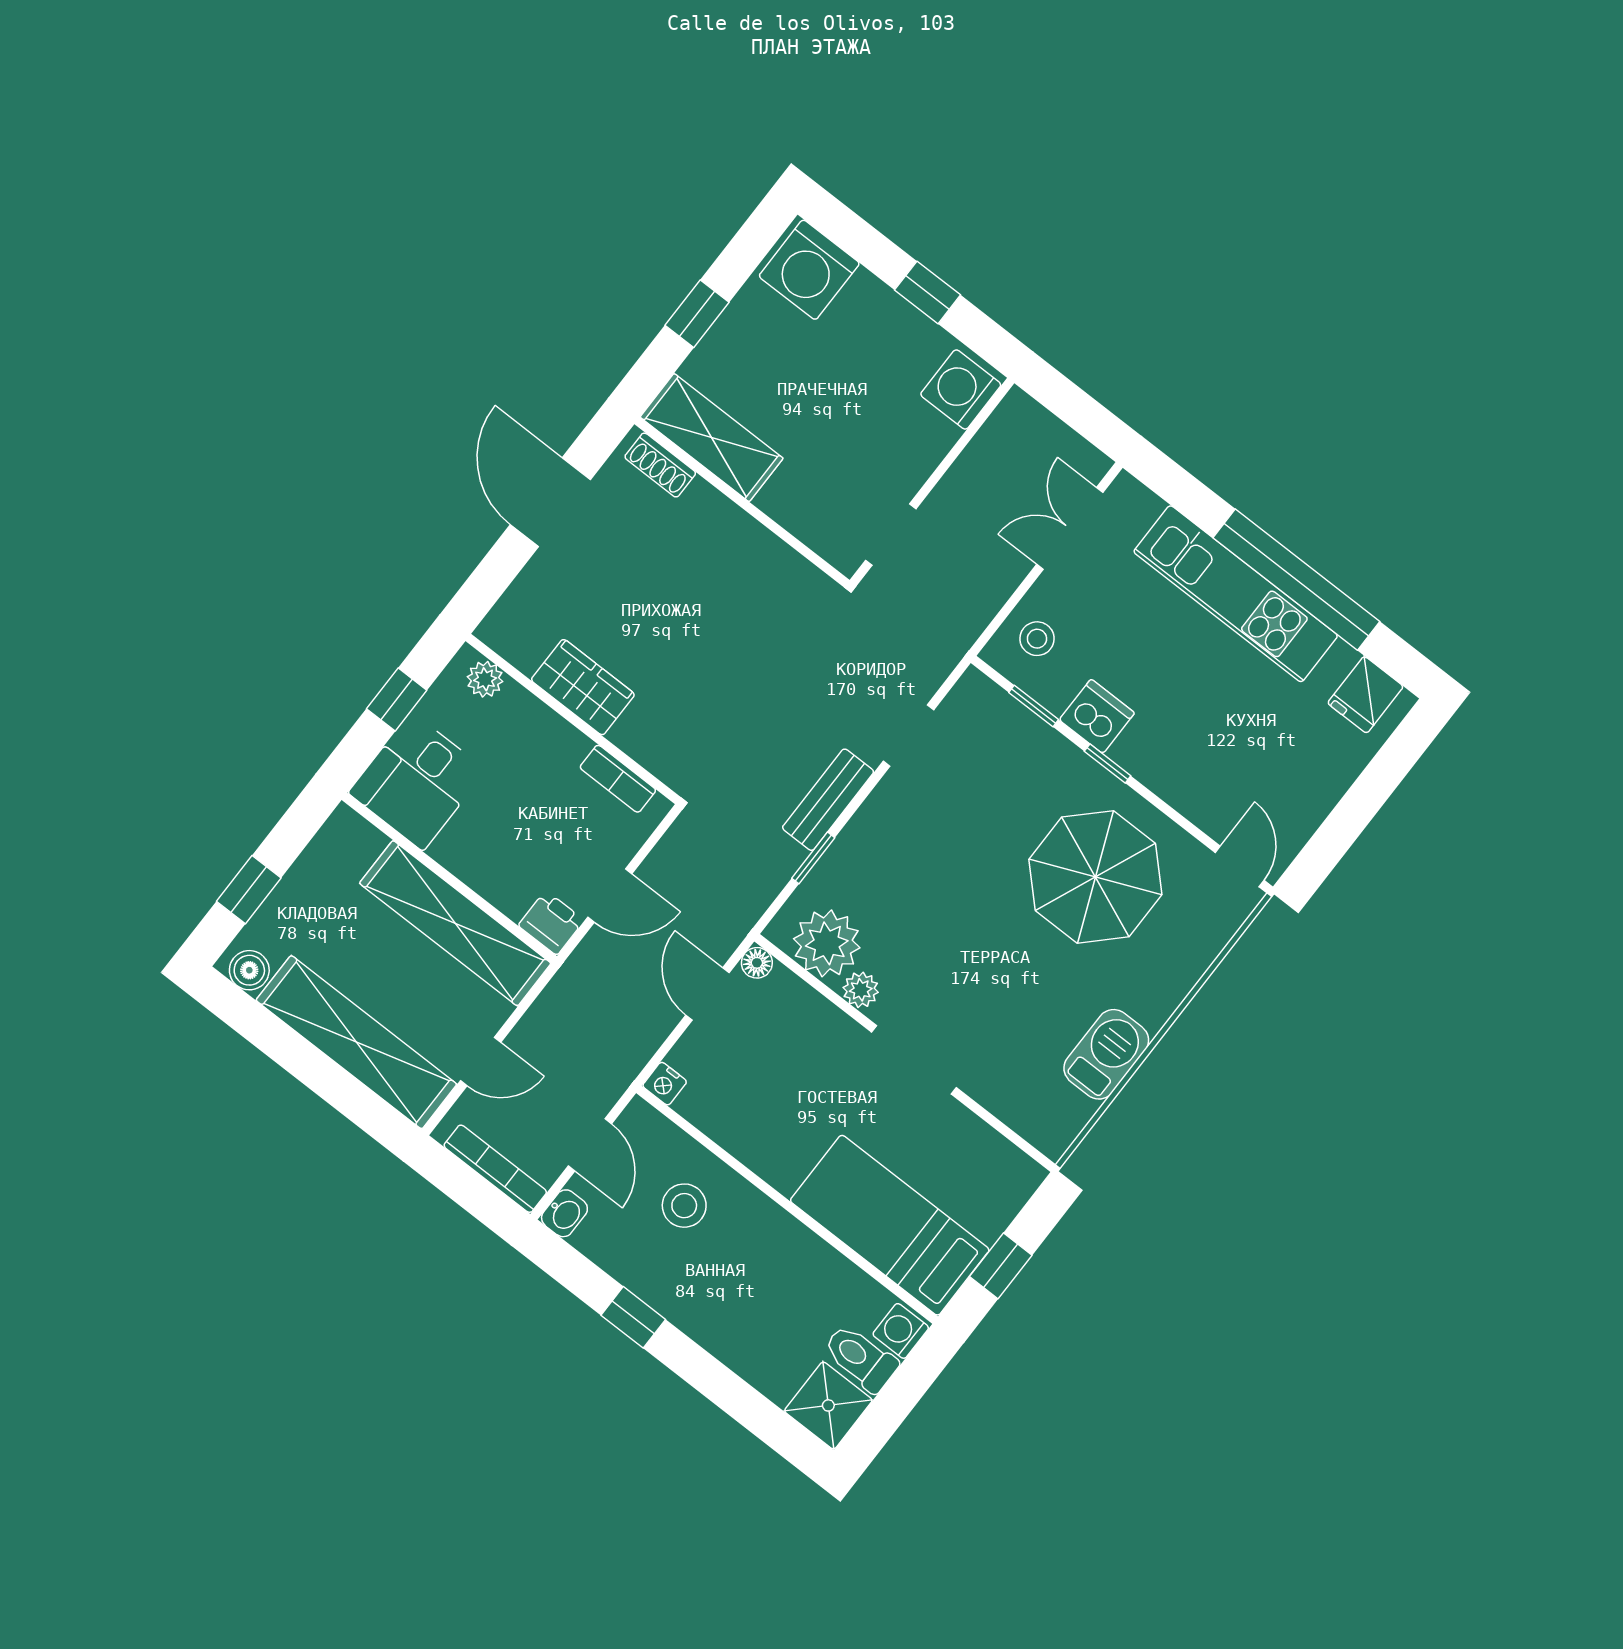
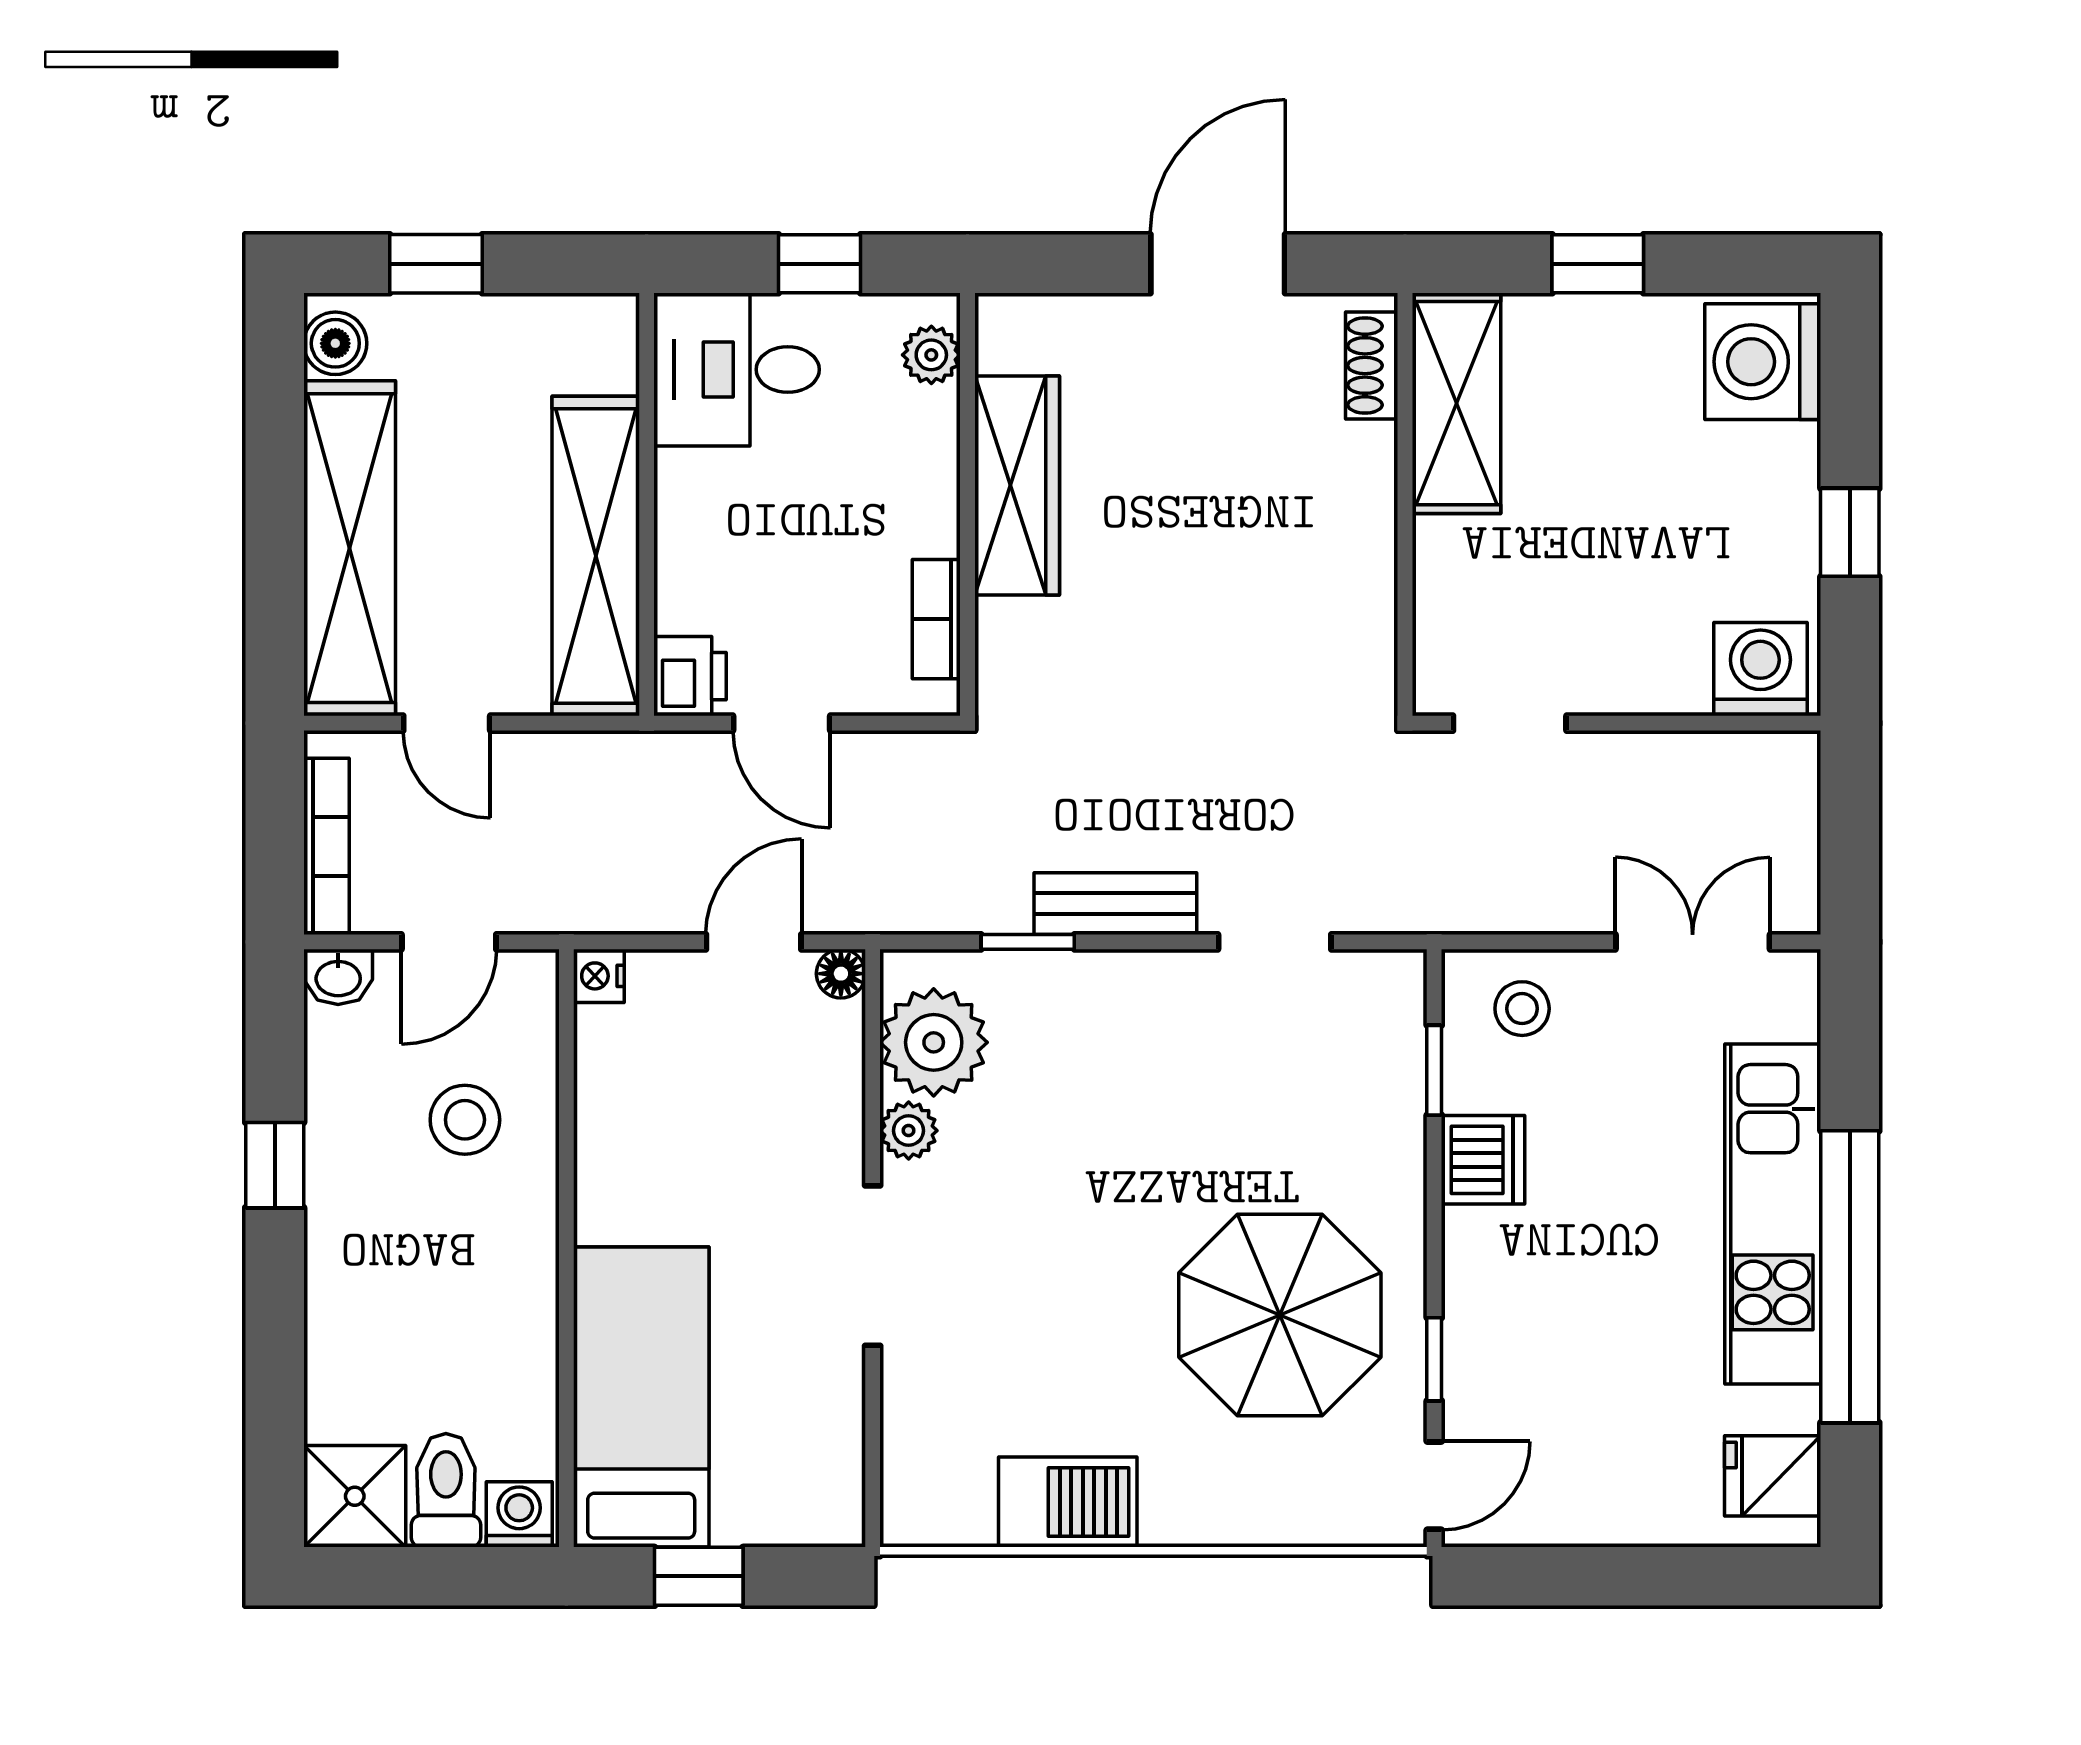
wardrobe: (583, 687) -> (1017, 486), width x1.50
window: (1108, 764) -> (1434, 1359), moved

